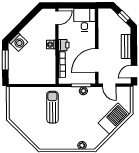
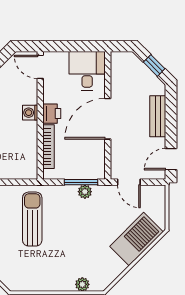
door: (57, 18) -> (40, 67), swing flipped
door: (97, 60) -> (108, 119), moved

